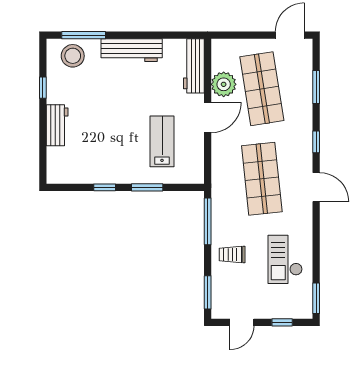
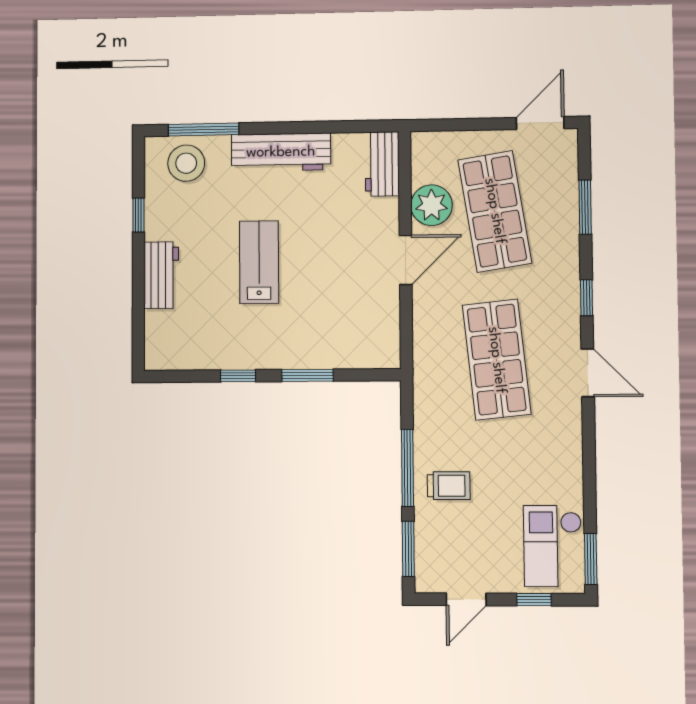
workbench: (194, 66) -> (382, 164), width x0.73
lab bench: (162, 141) -> (259, 262), moved
window: (208, 221) -> (408, 468), moved
trolley: (232, 255) -> (449, 486), turned 180
checkout: (285, 259) -> (553, 546), moved

